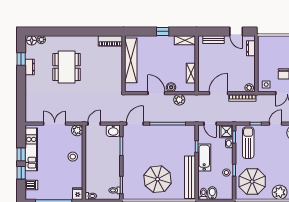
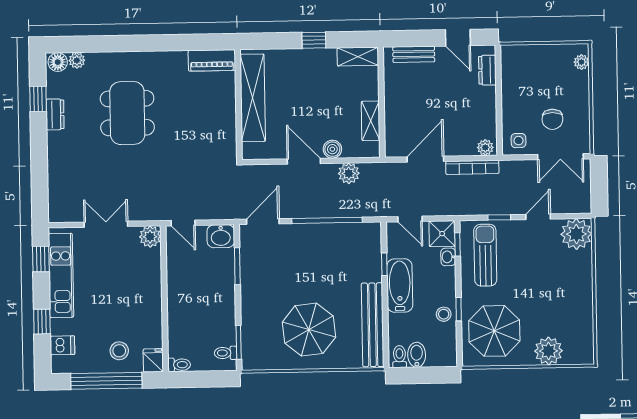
door: (94, 124) -> (183, 223), swing flipped
window: (21, 154) -> (41, 259), moved
stool: (73, 157) -> (119, 351), moved

